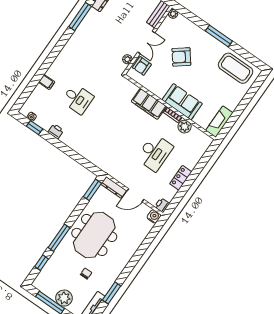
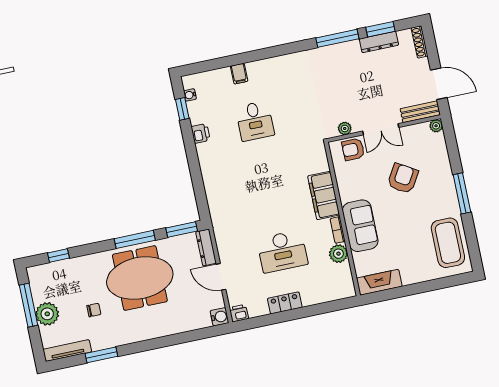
armchair: (181, 57) -> (403, 178), turned 69
window: (59, 238) -> (135, 239), moved

